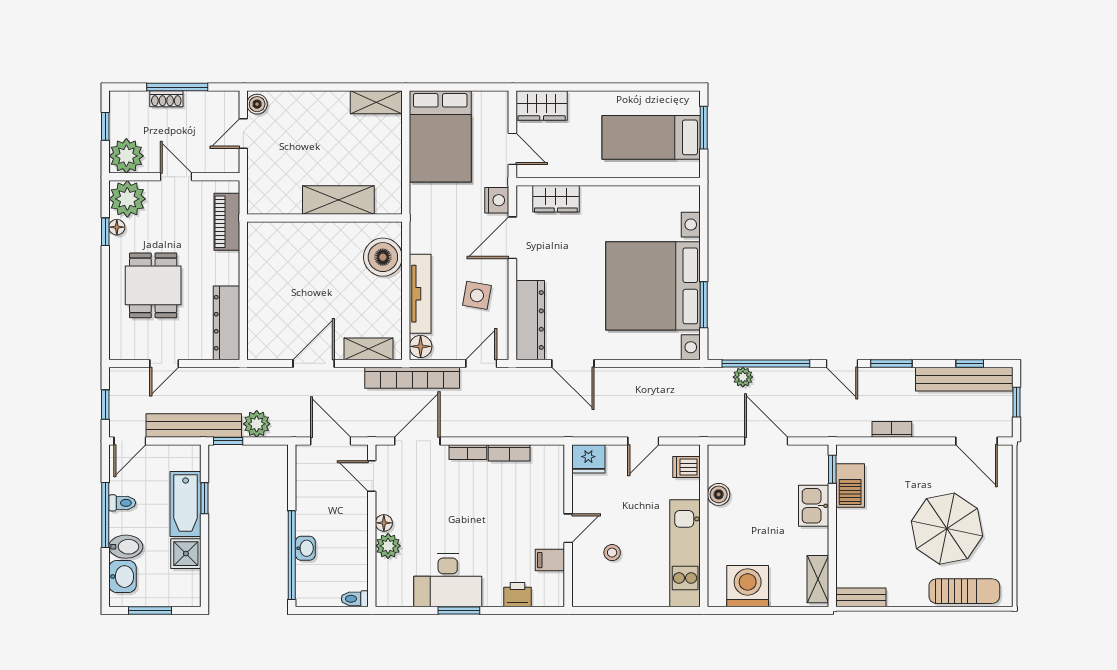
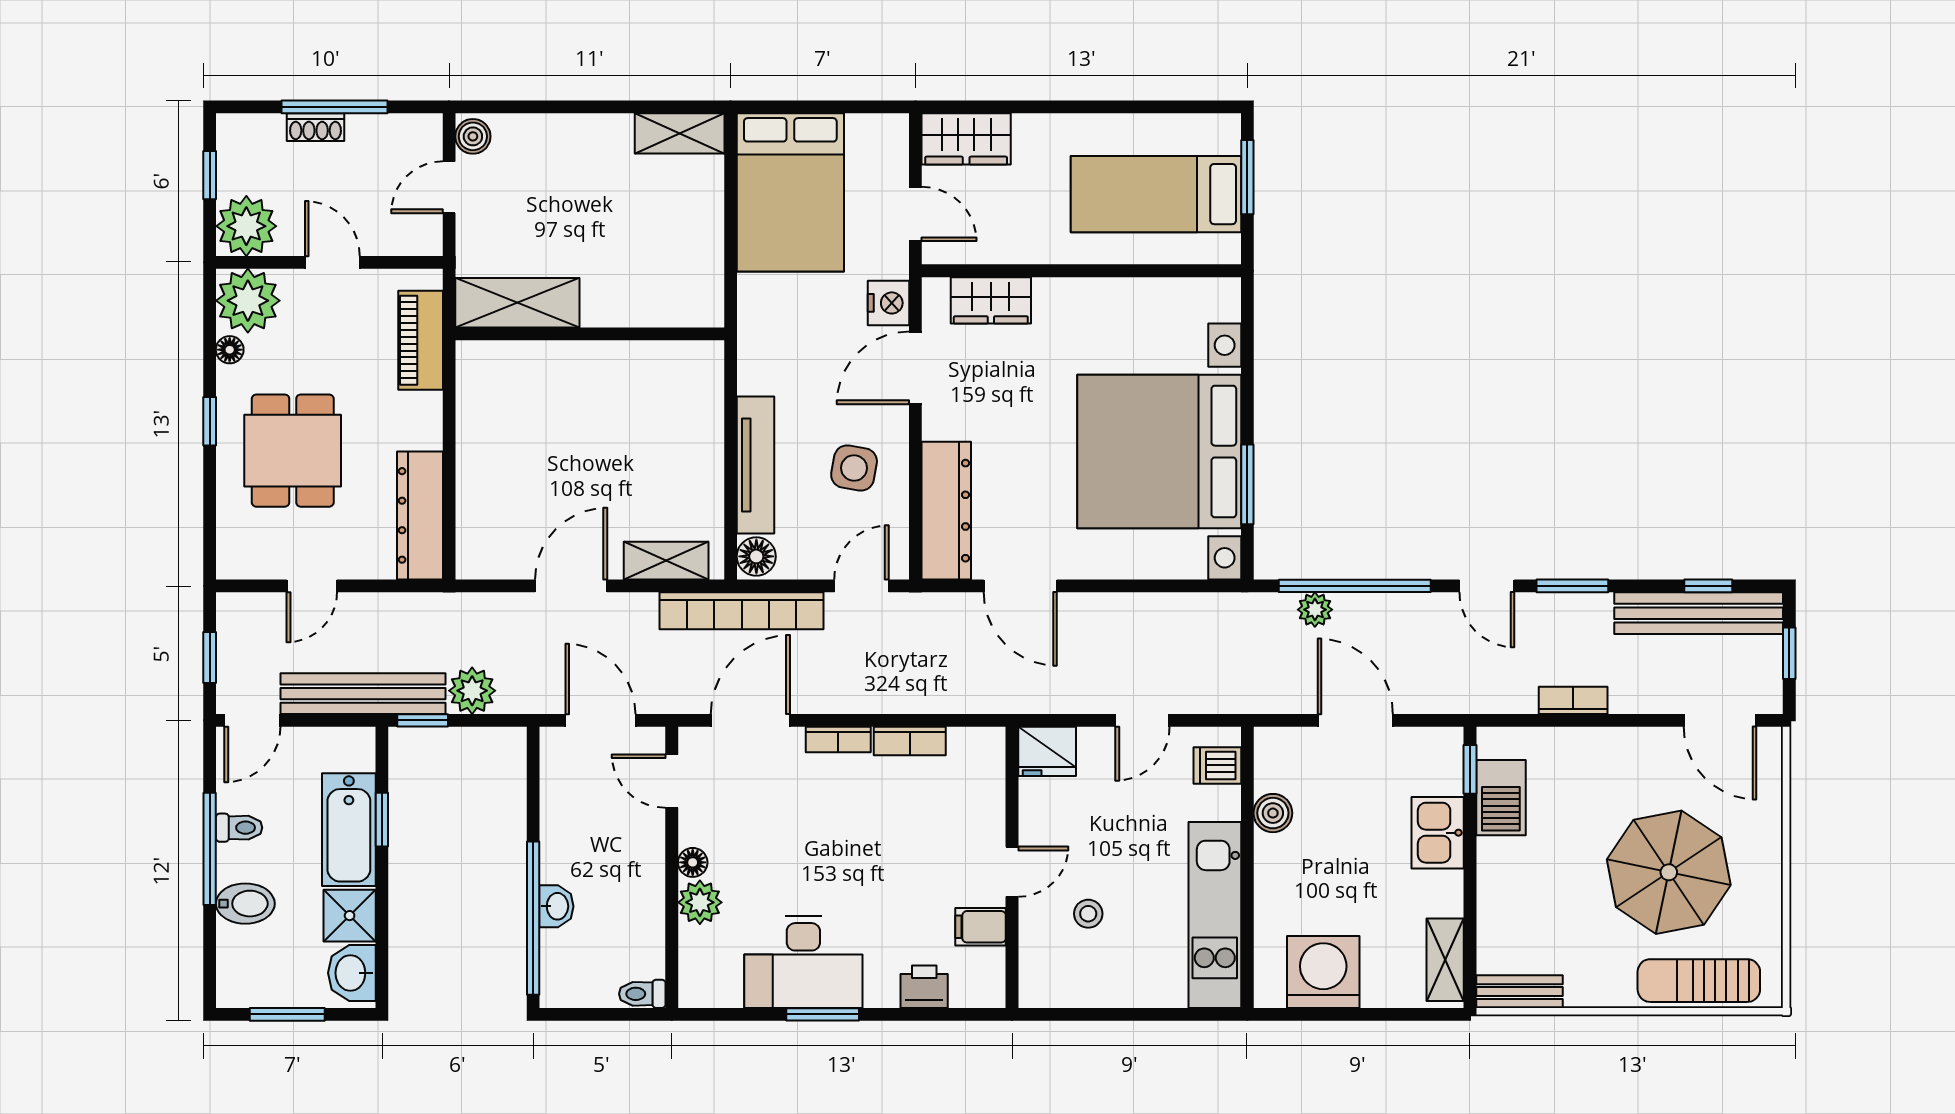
shelving: (338, 200) -> (517, 303), moved
window: (105, 232) -> (210, 421), moved
boiler: (383, 257) -> (691, 402), removed
washbasin: (123, 577) -> (352, 973), moved, turned 180
sun lounger: (964, 591) -> (1699, 981), turned 180

